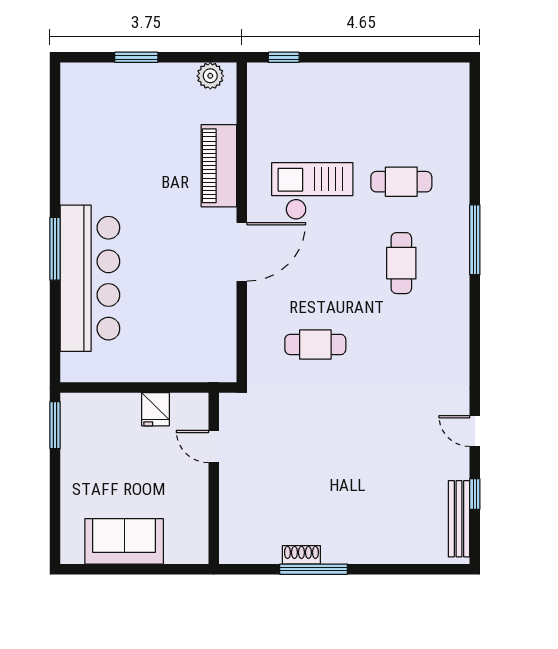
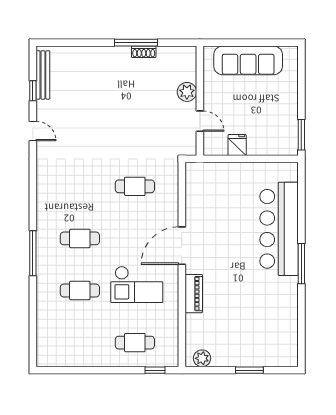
cafe table: (315, 100) -> (135, 343), added
piano: (219, 166) -> (194, 294), width x0.73, depth x0.75
window: (55, 249) -> (301, 264), moved
cafe table: (401, 263) -> (80, 238), turned 90
plant: (234, 492) -> (187, 92), added
sofa: (124, 541) -> (248, 60), width x1.36

